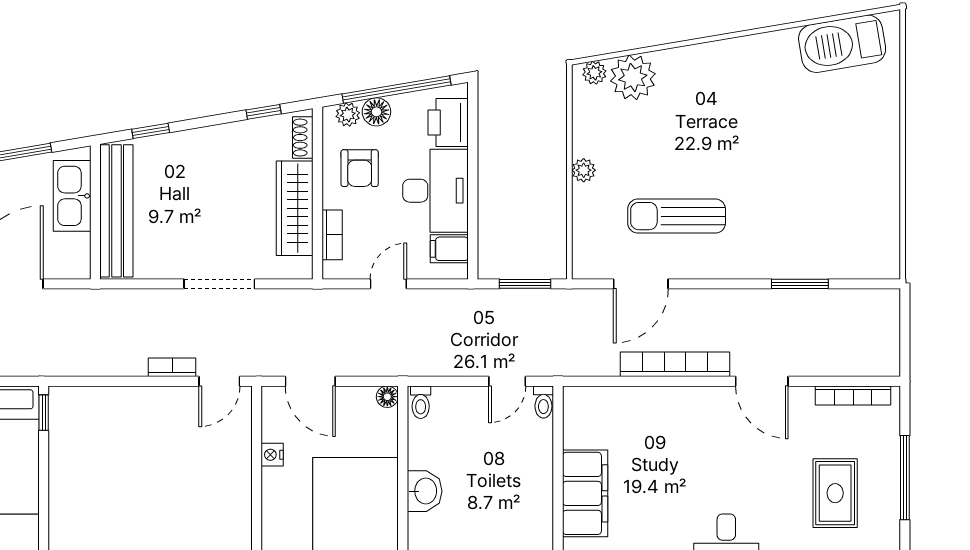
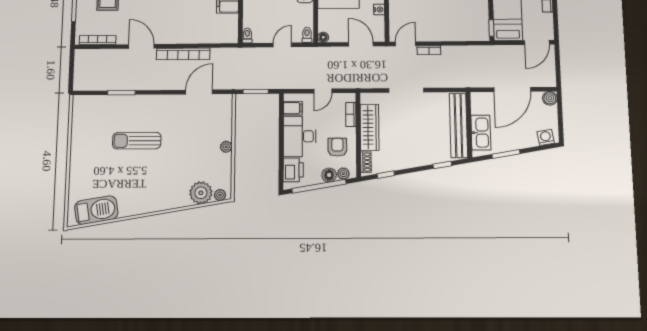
sun lounger: (677, 216) -> (137, 141), moved, turned 180
door: (507, 381) -> (282, 45), moved

